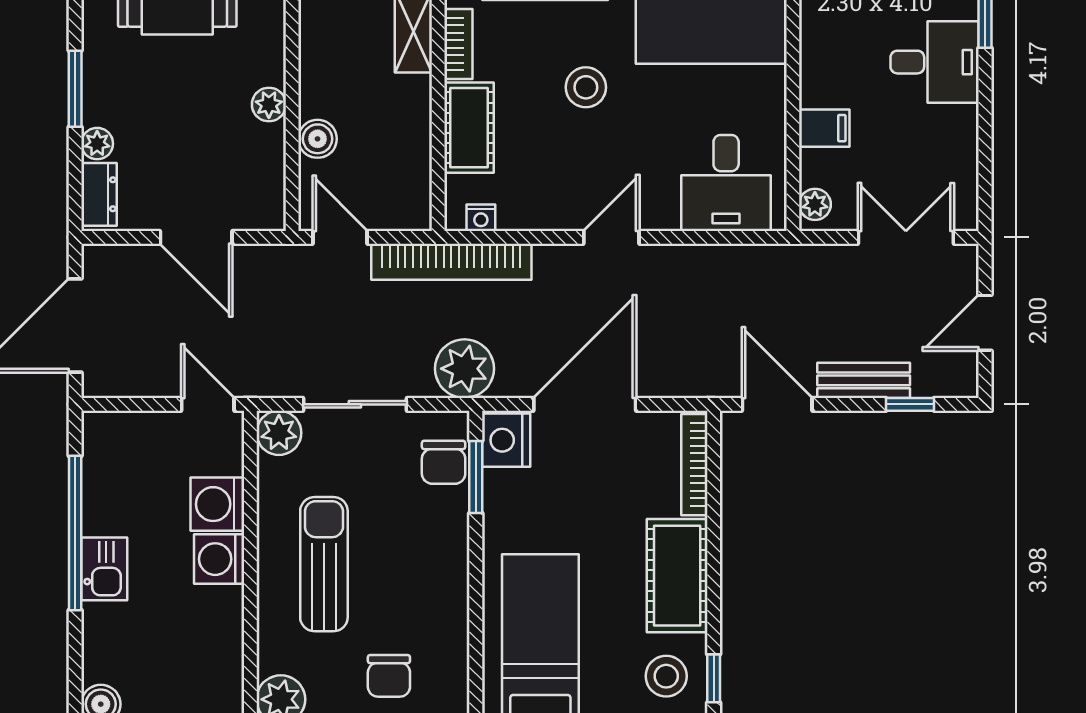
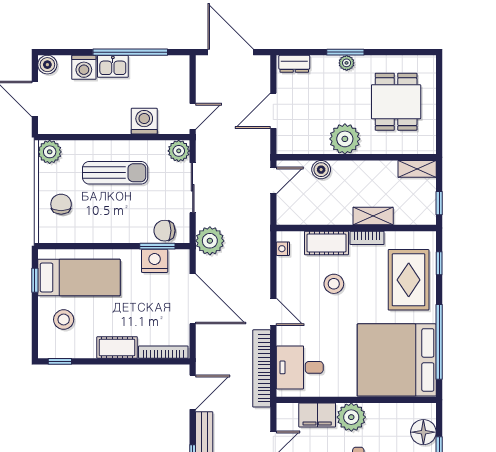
stool: (586, 87) -> (334, 284), moved
plant: (269, 105) -> (345, 139), width x1.88, depth x1.88
filing cabinet: (824, 128) -> (317, 415), width x2.00
plant: (97, 144) -> (347, 63), moved
plant: (815, 204) -> (351, 417), moved, width x1.88, depth x1.88
bookcase: (451, 262) -> (262, 368), moved
nightstand: (506, 440) -> (155, 261), moved
washing machine: (219, 559) -> (84, 67), moved, turned 180
cot: (677, 576) -> (117, 347), width x0.73, depth x0.75
chair: (389, 676) -> (61, 204), turned 90
stool: (666, 676) -> (64, 320), moved

